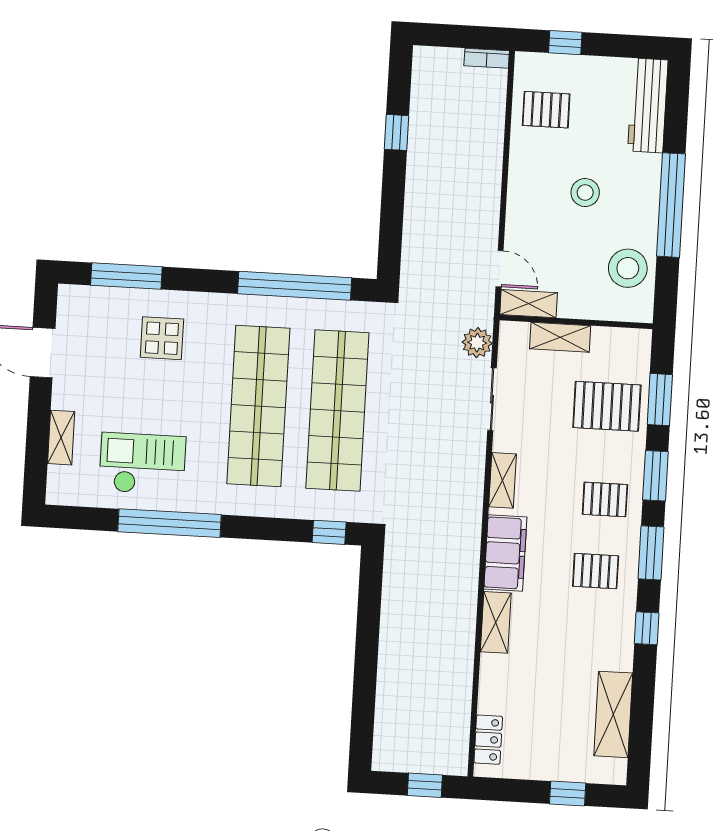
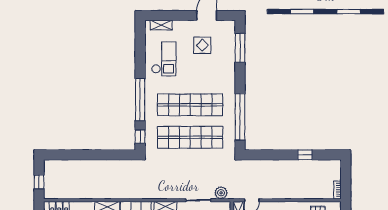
display table: (162, 338) -> (202, 45), moved
shelving: (61, 438) -> (161, 25), moved
window: (170, 523) -> (140, 100), moved

